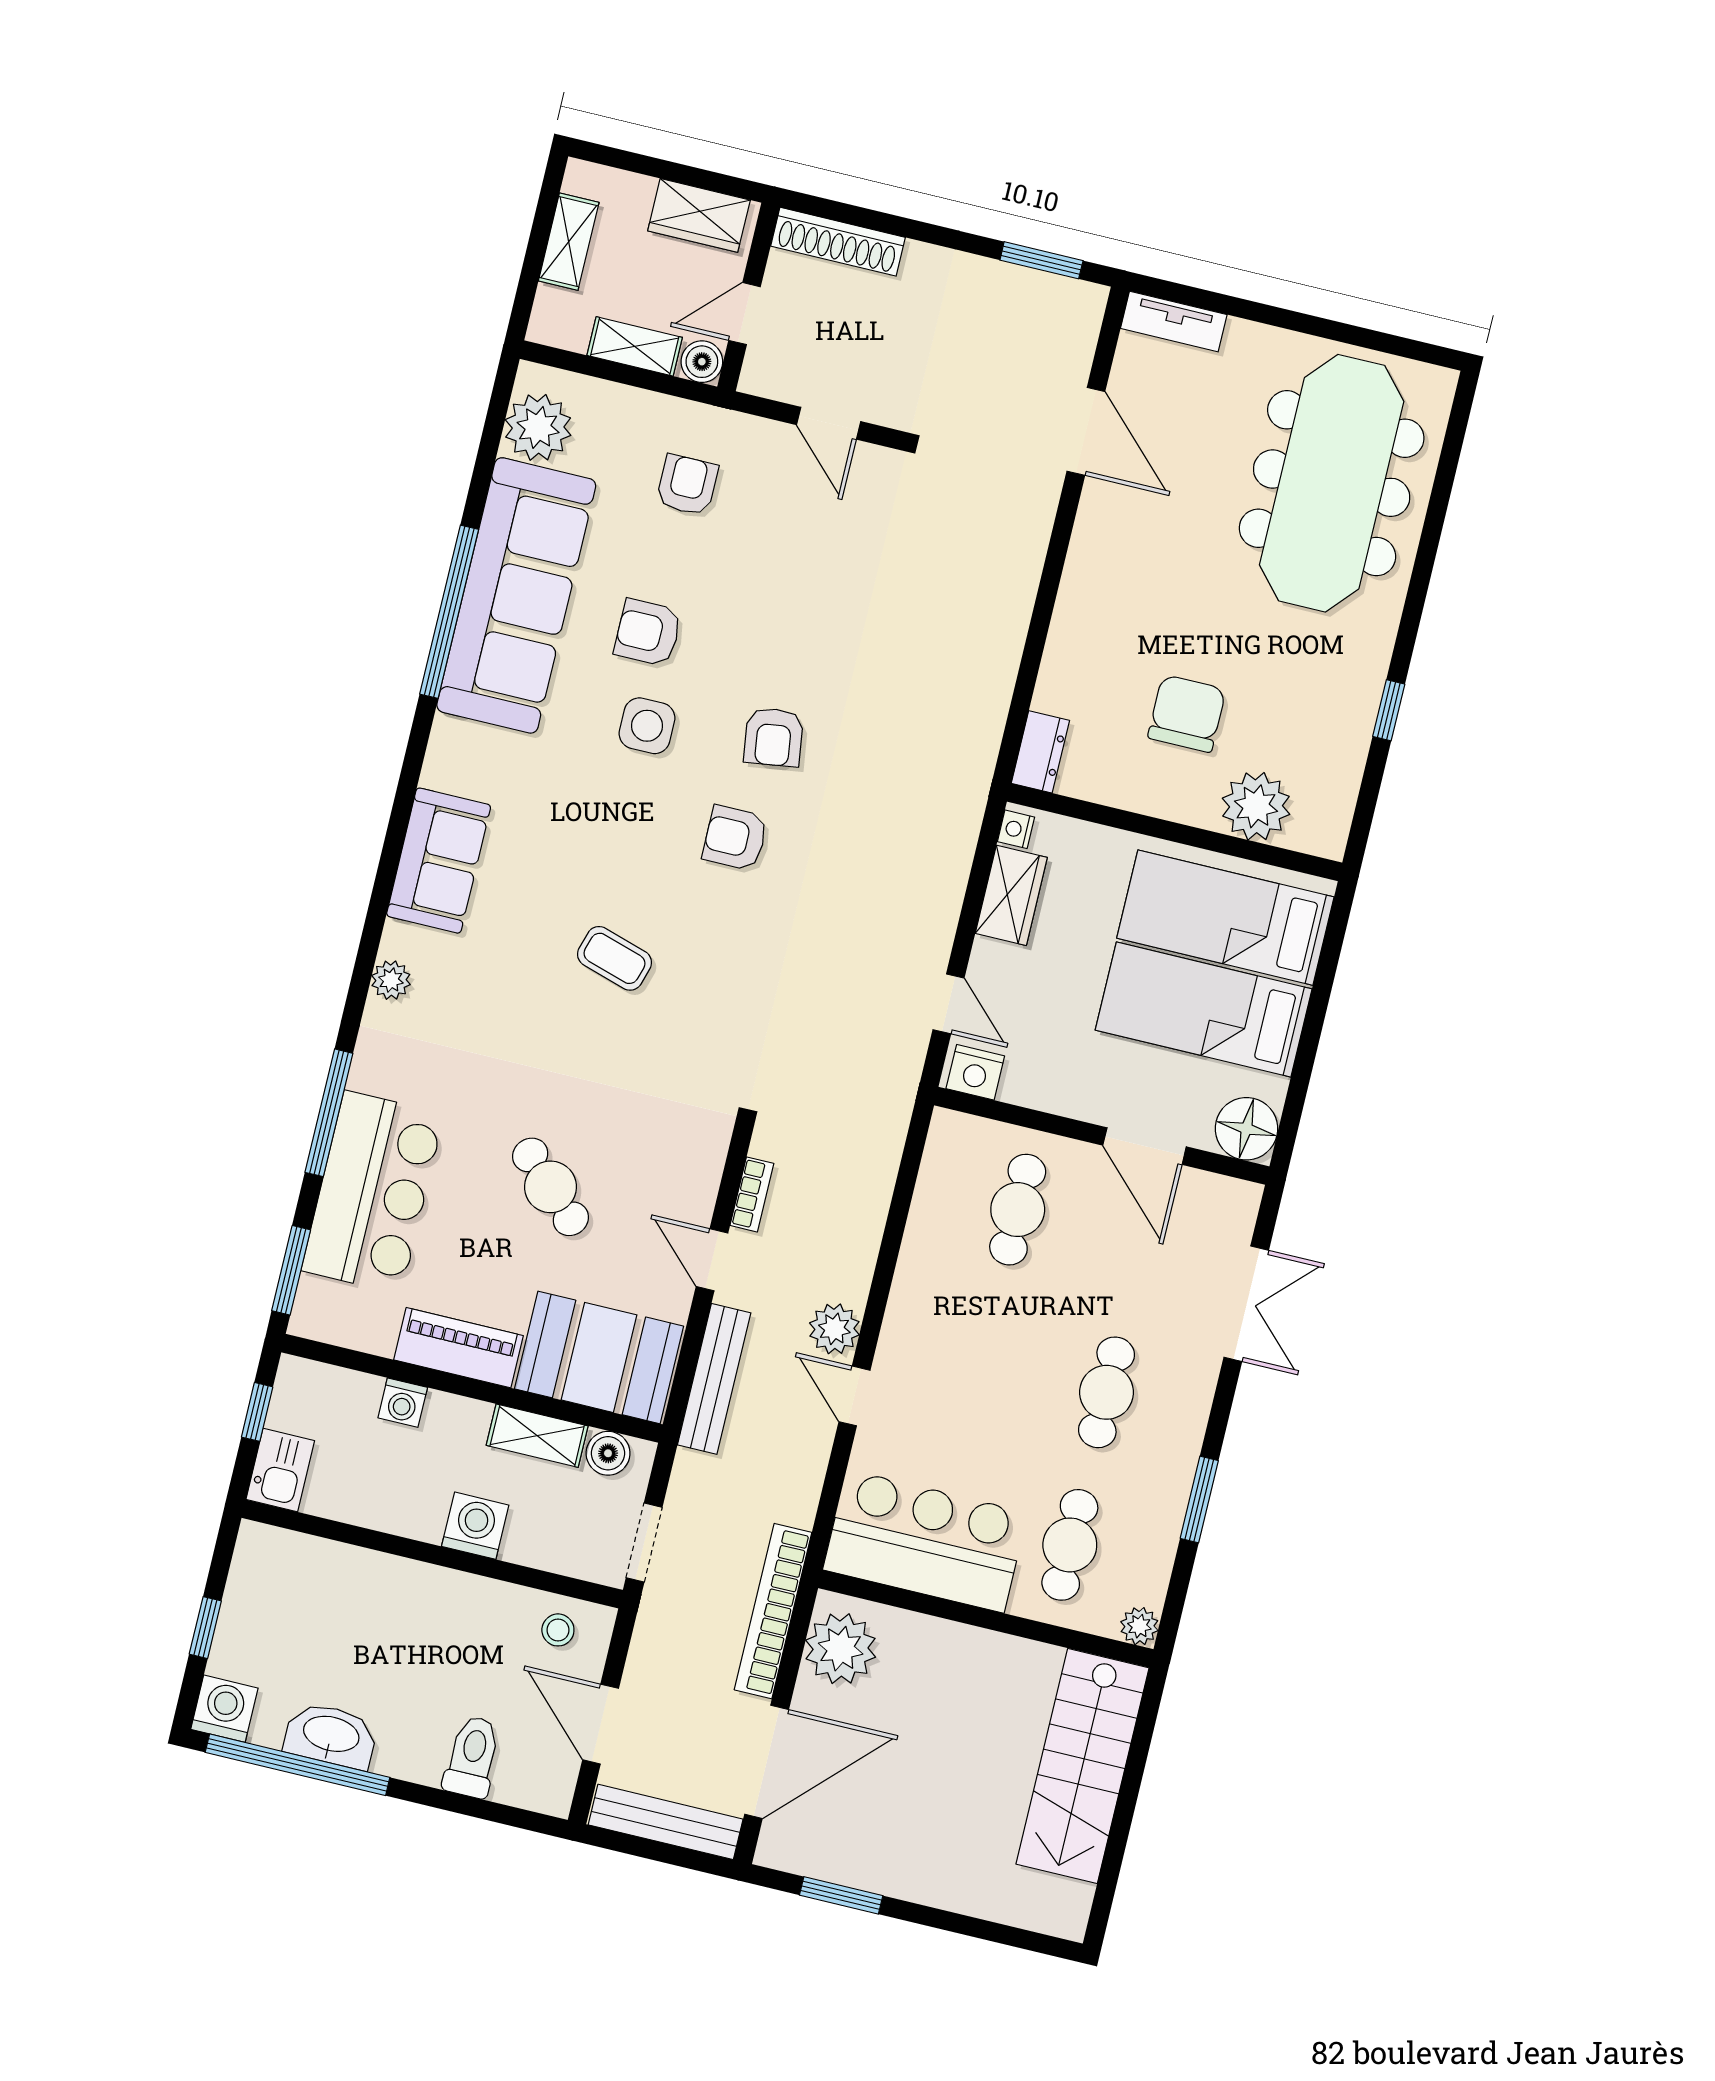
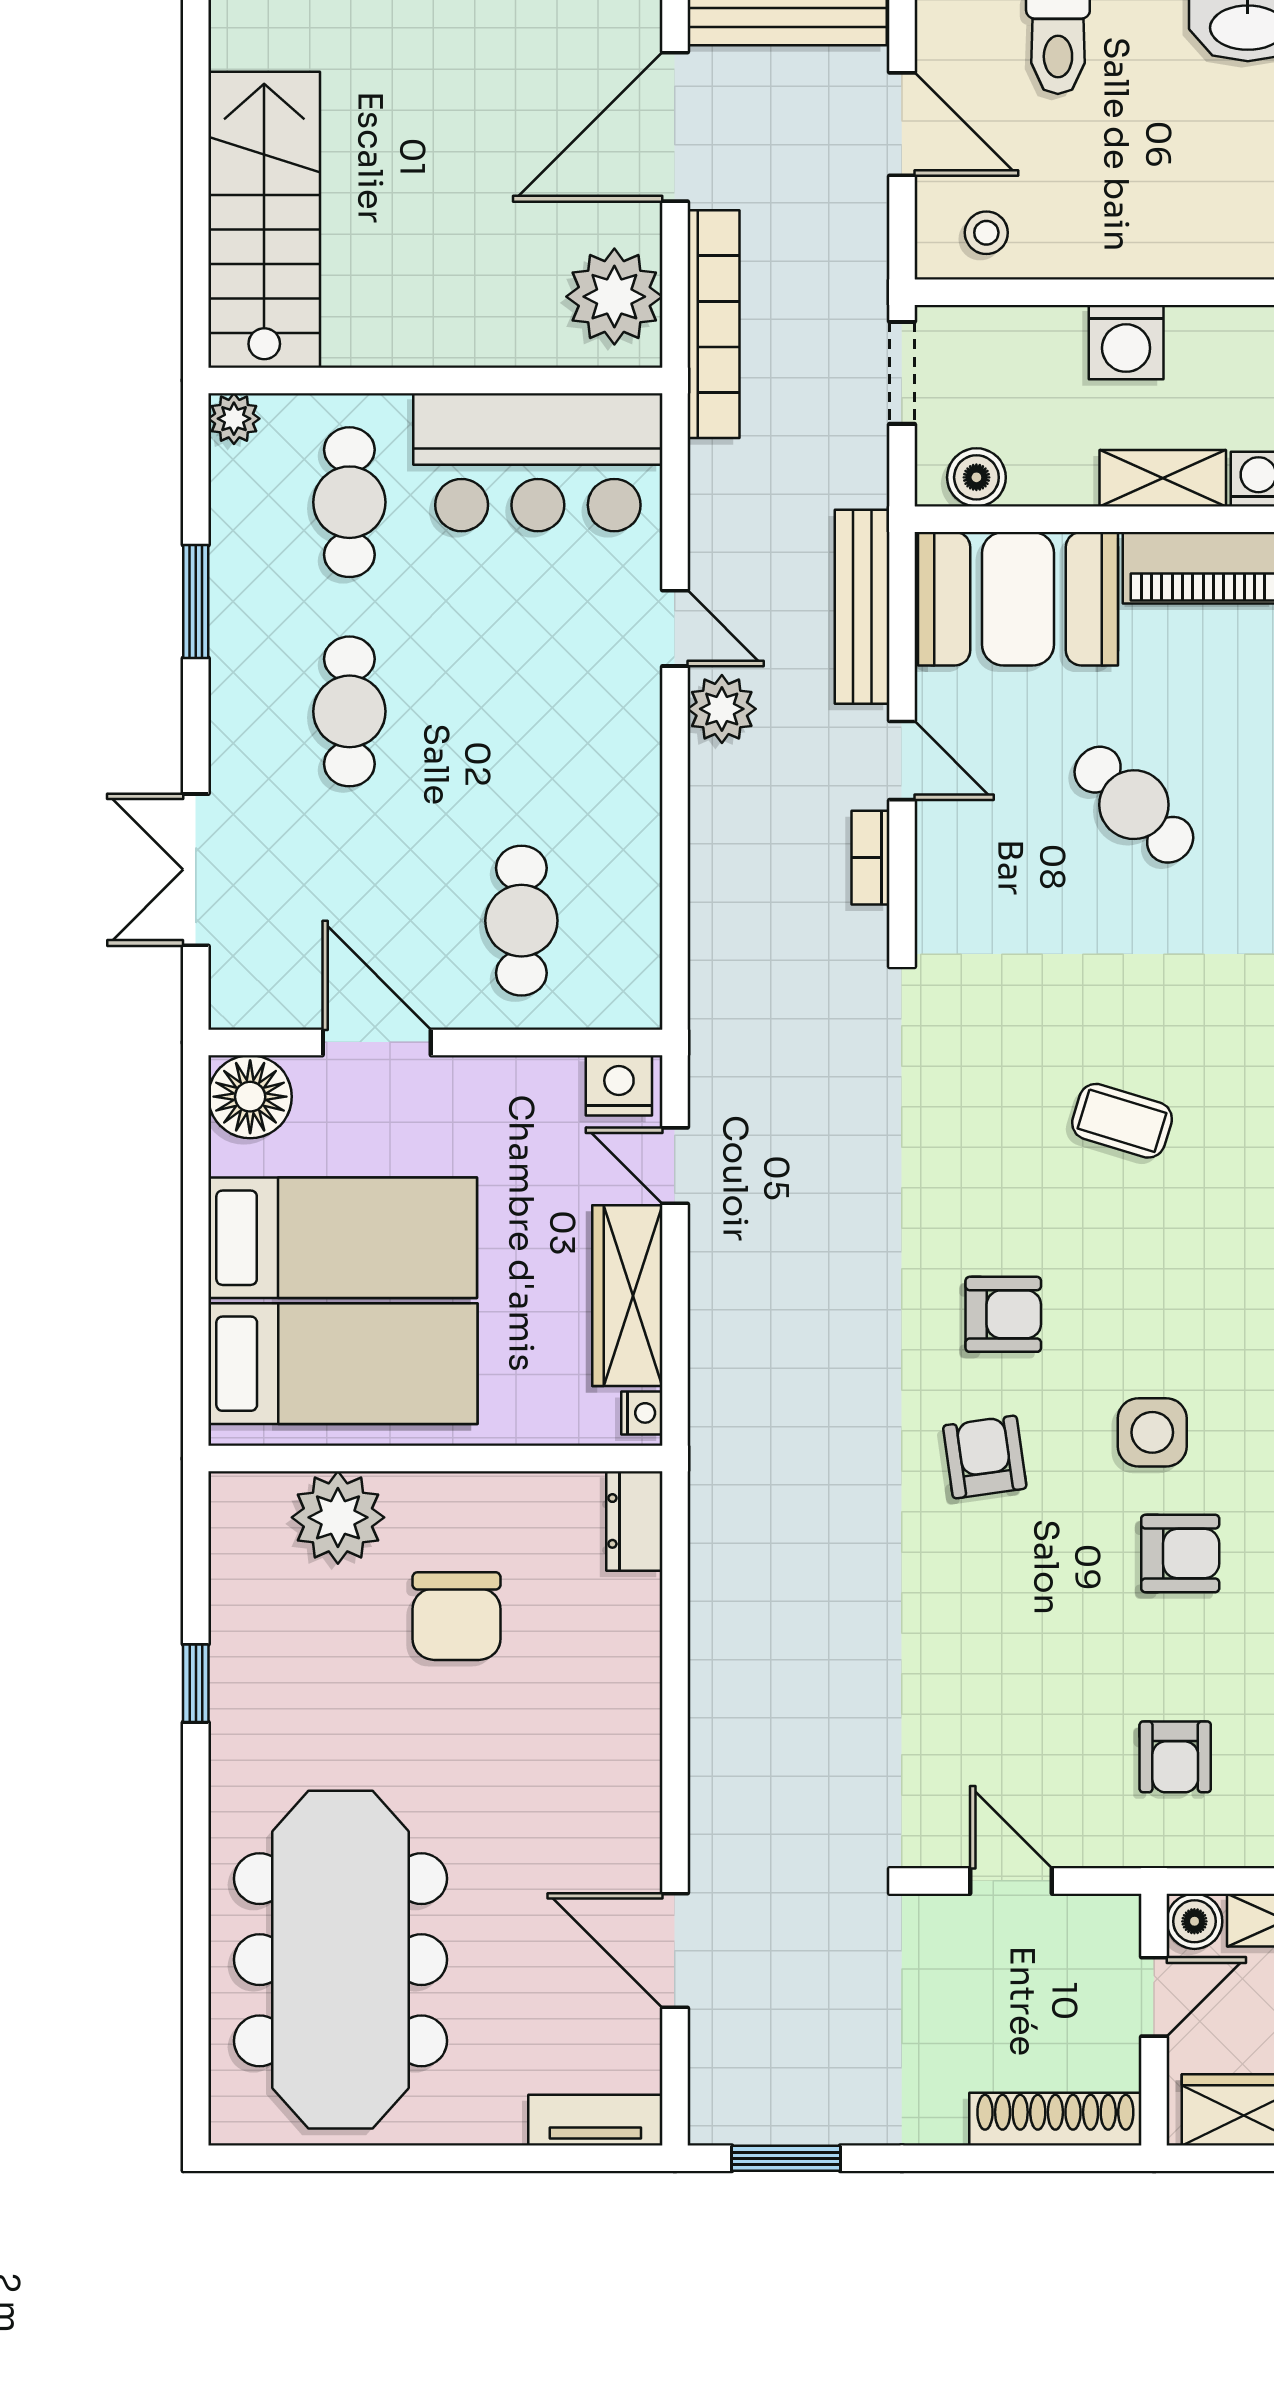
wardrobe: (1011, 895) -> (627, 1296), width x1.50
shelving: (537, 1436) -> (1163, 478), moved

